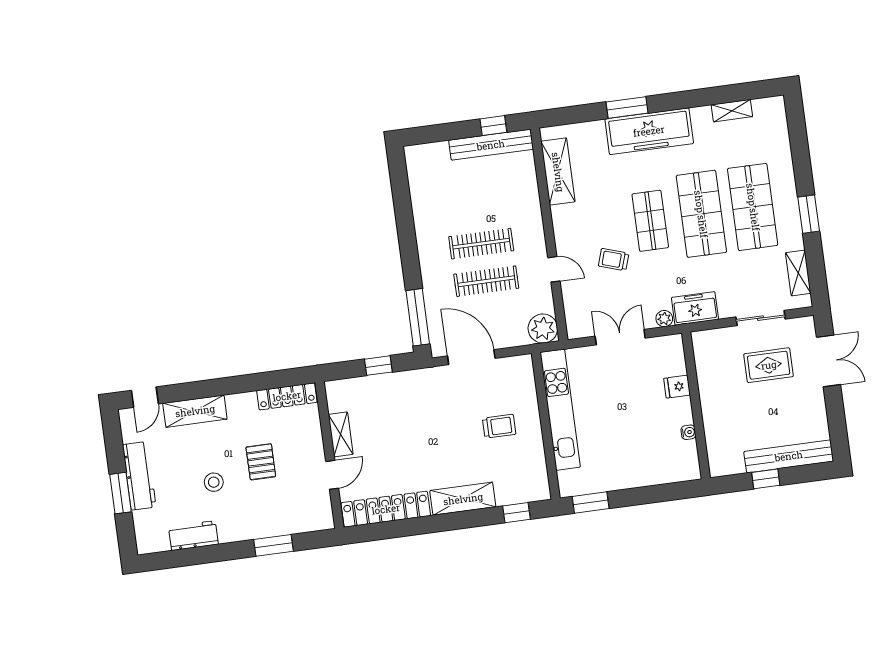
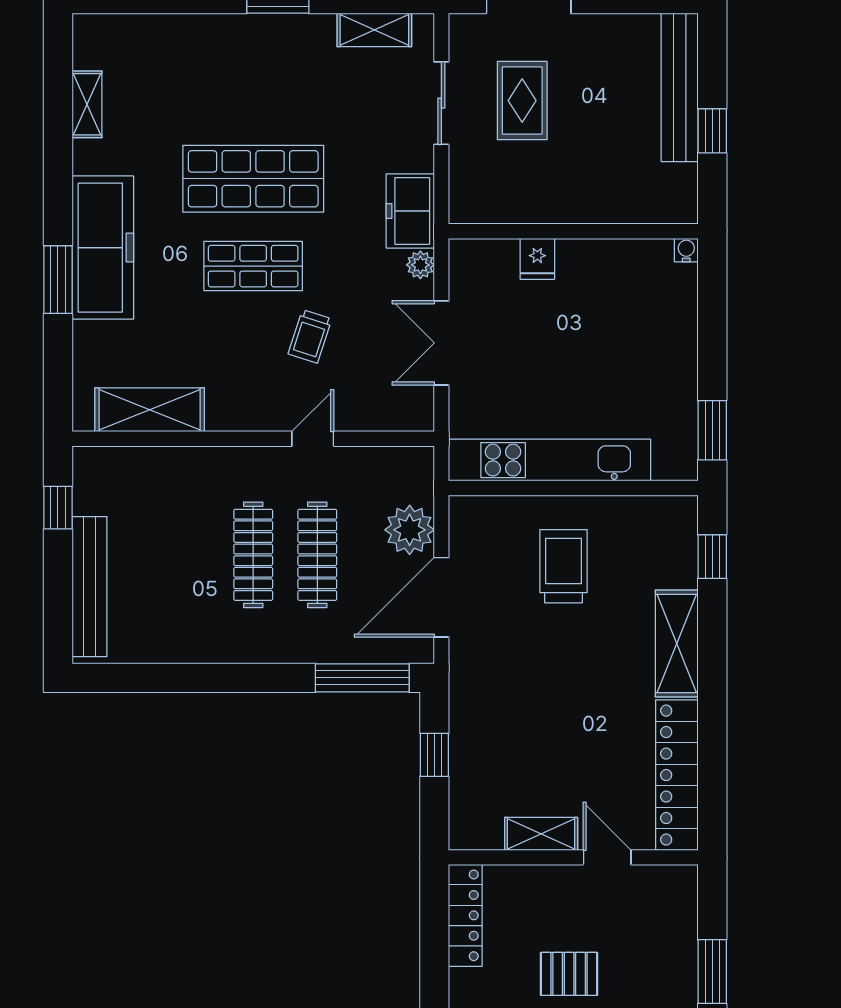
bench: (491, 145) -> (89, 587), moved
shop shelf: (753, 207) -> (253, 91), removed
plant: (543, 329) -> (410, 530), moved
trolley: (499, 426) -> (563, 566), width x1.36, depth x1.39
water cooler: (688, 432) -> (686, 250), moved

